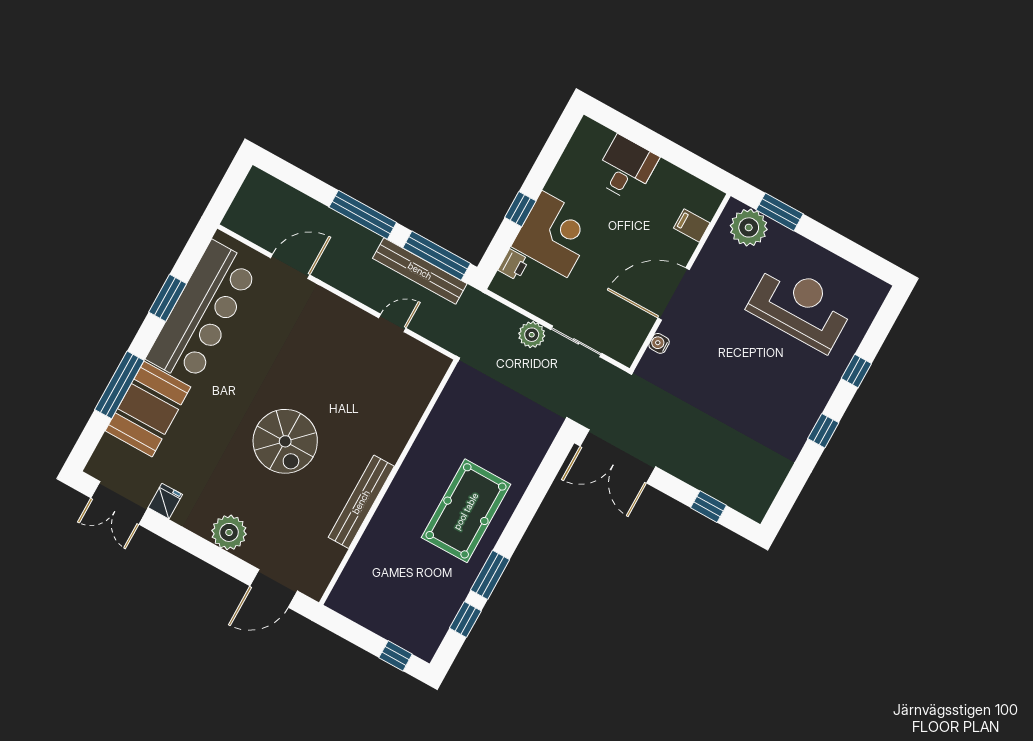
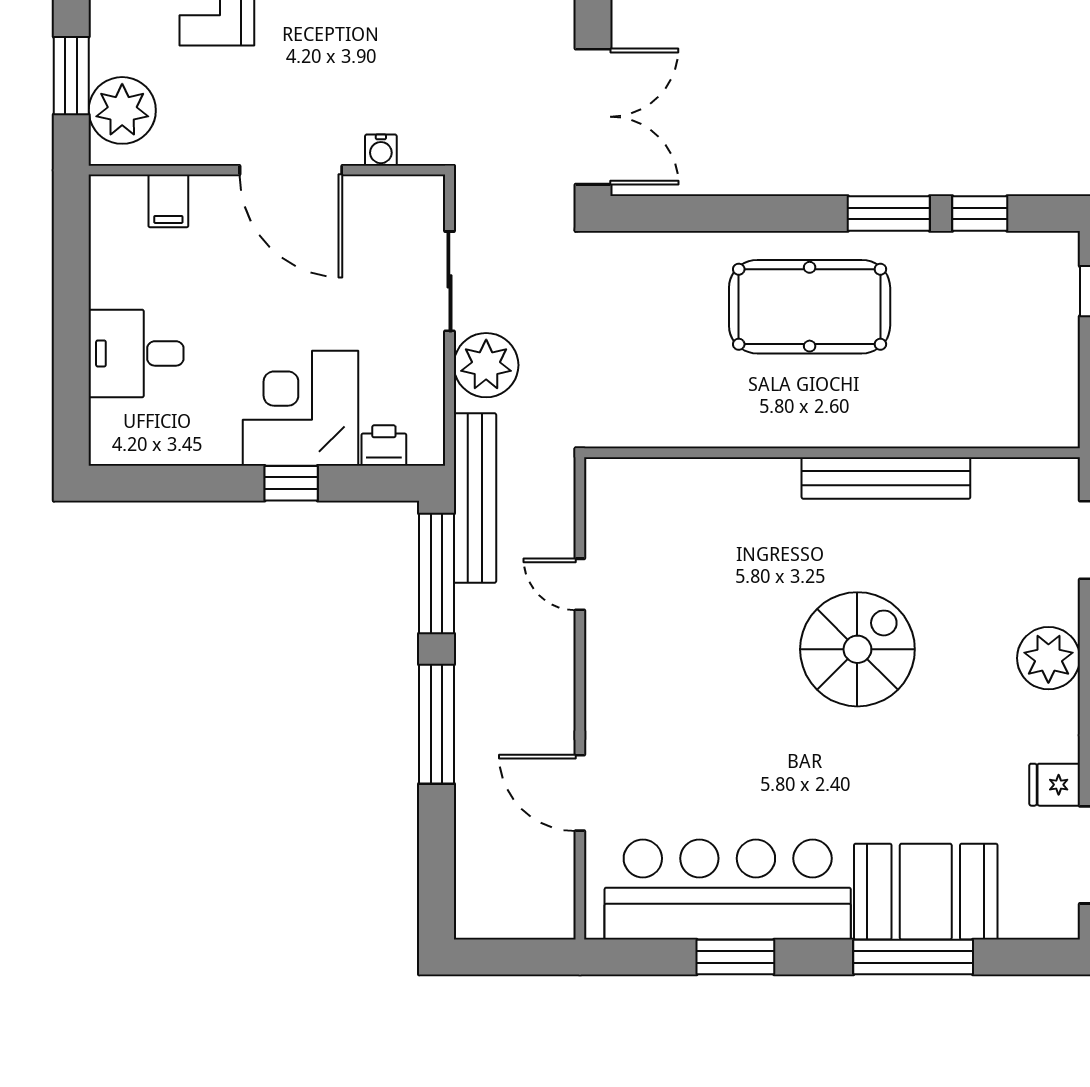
bench: (420, 271) -> (475, 498), moved
plant: (532, 335) -> (486, 365), width x1.36, depth x1.36

